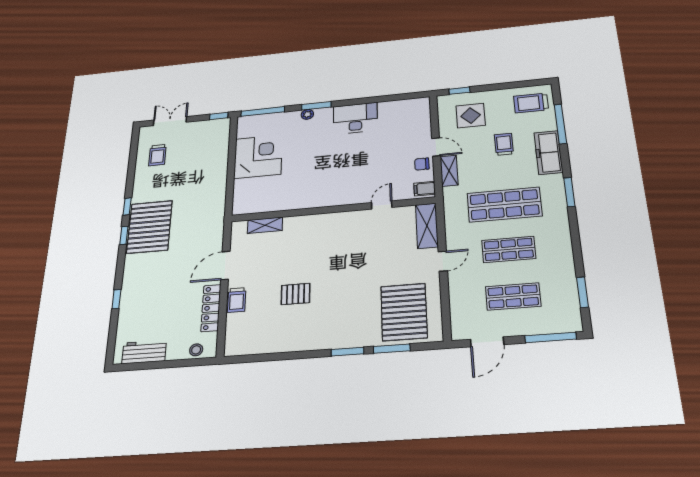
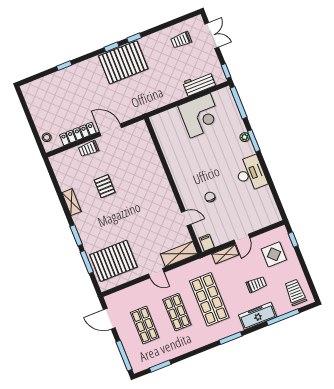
chair: (422, 164) -> (210, 197), moved
shelving: (265, 225) -> (72, 202), moved
workbench: (144, 352) -> (199, 84), moved, turned -90

